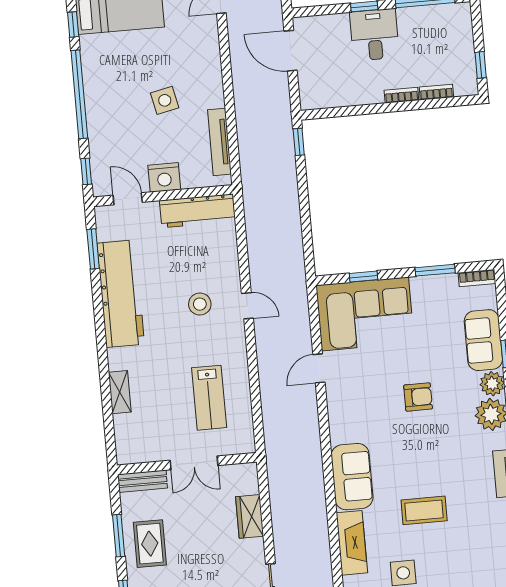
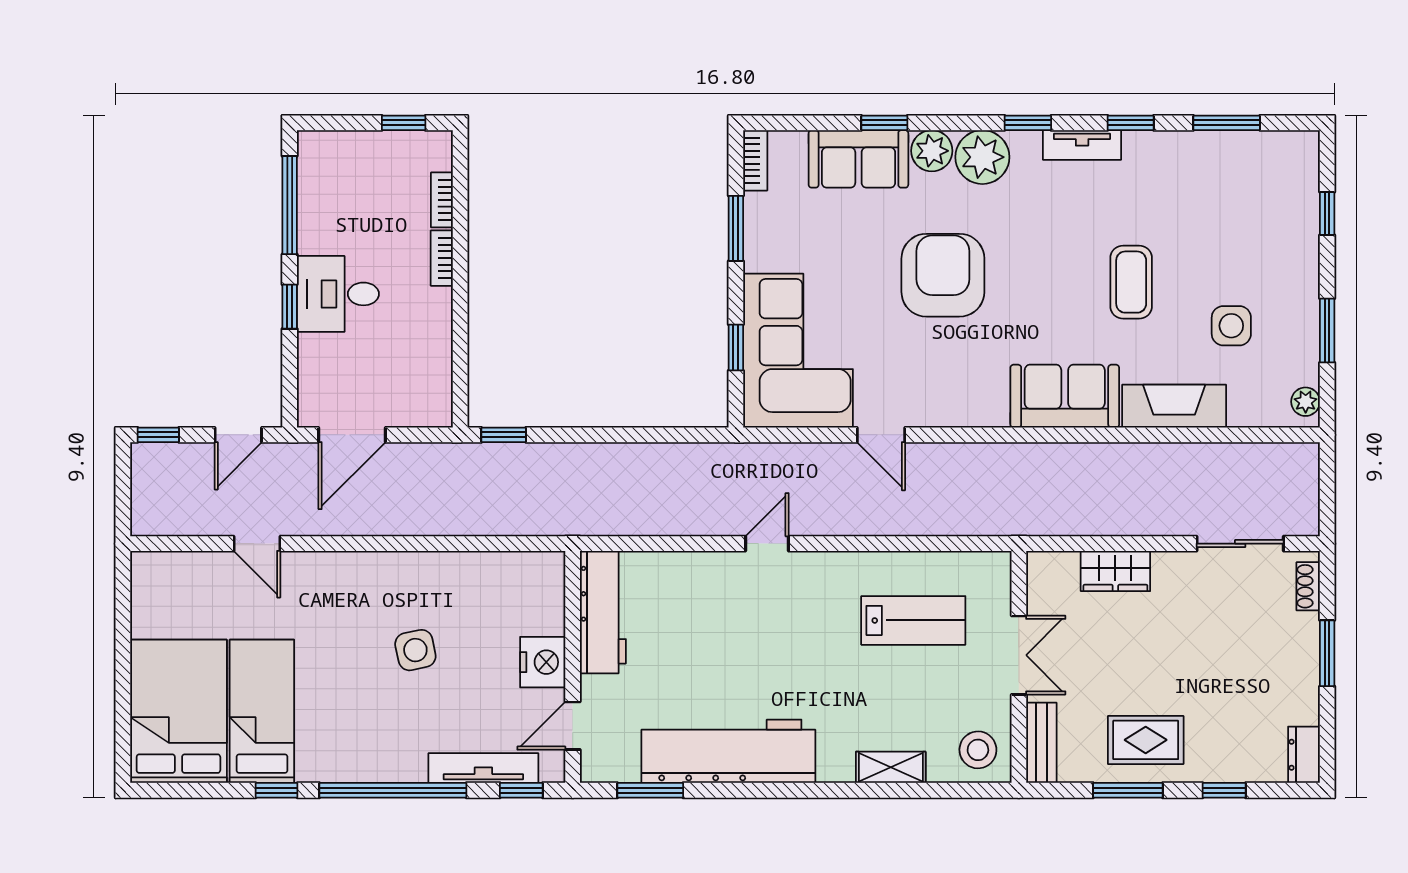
tv unit: (219, 142) -> (483, 768), moved, turned 180
stool: (200, 304) -> (978, 750), moved
armchair: (418, 397) -> (943, 275), width x1.88, depth x1.88

